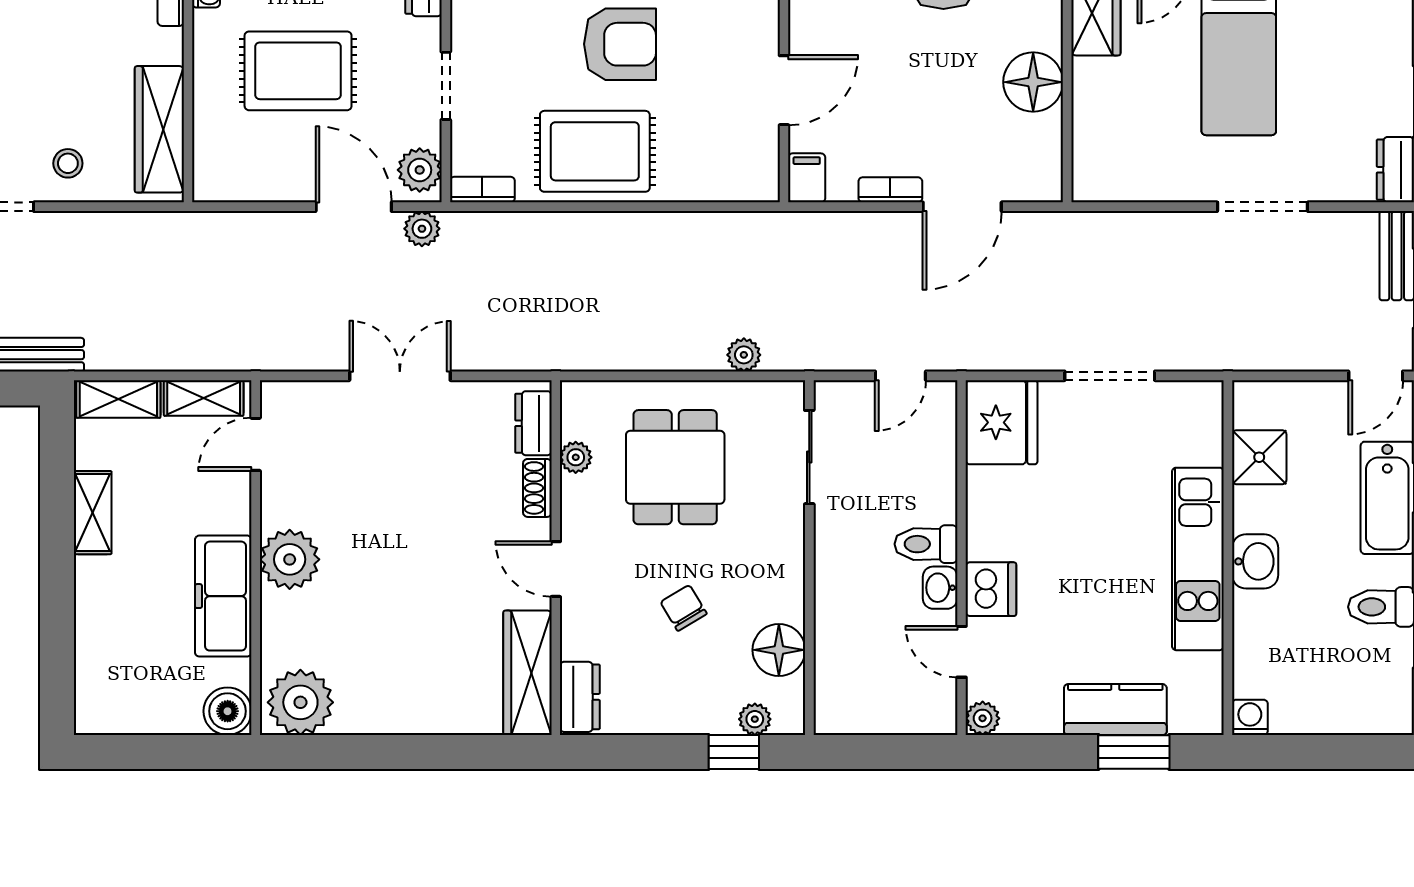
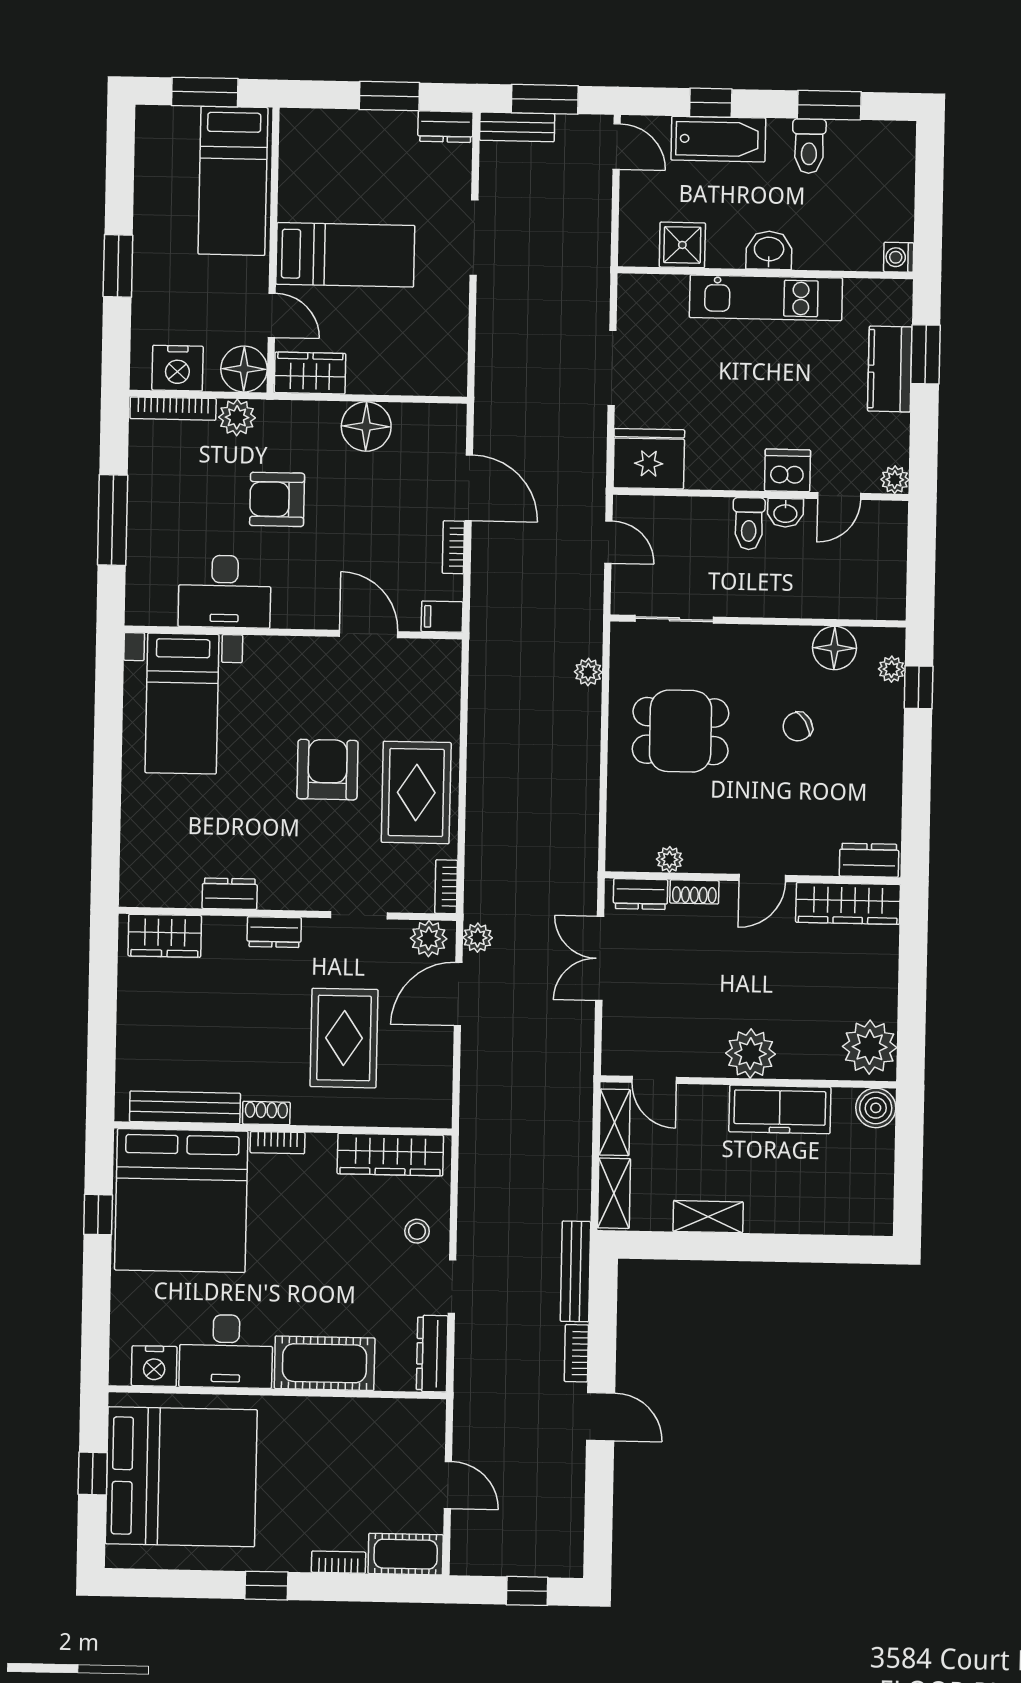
dresser: (533, 423) -> (640, 894), moved
plant: (576, 457) -> (670, 859), moved
shoe rack: (537, 488) -> (694, 892), moved
wall: (556, 558) -> (753, 878), moved
door: (556, 569) -> (762, 878), moved
wardrobe: (527, 673) -> (848, 903), moved
dresser: (580, 697) -> (869, 860), moved

